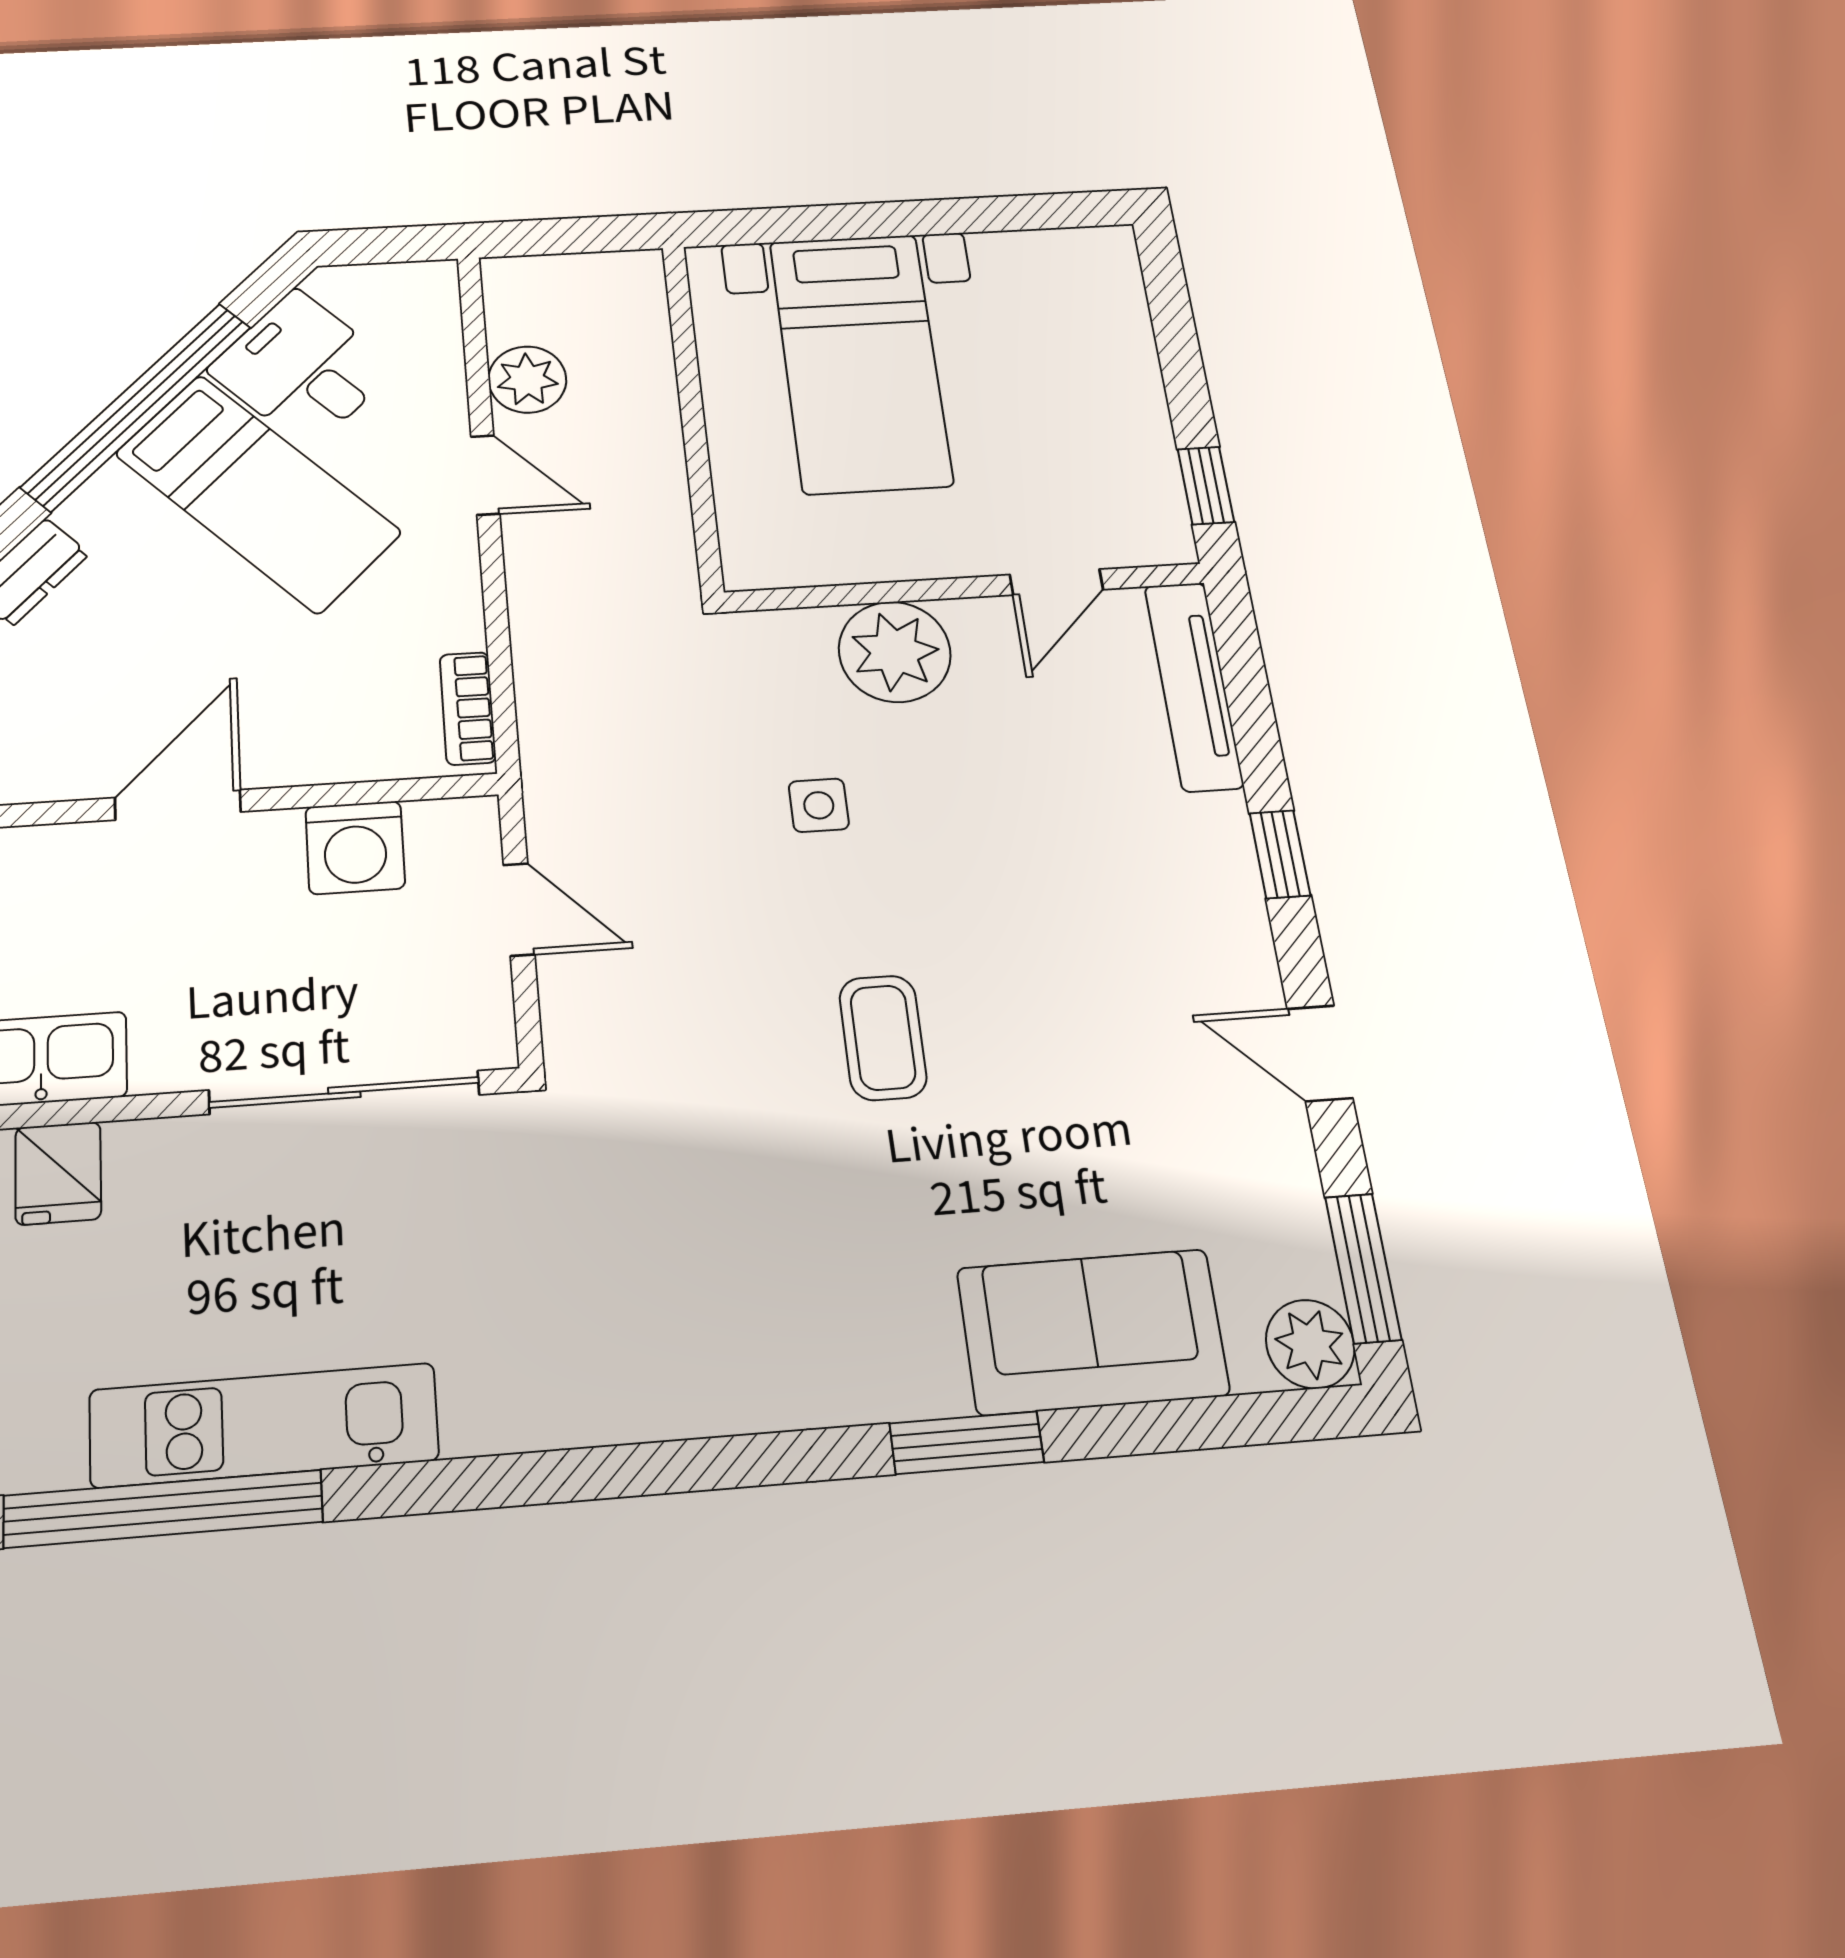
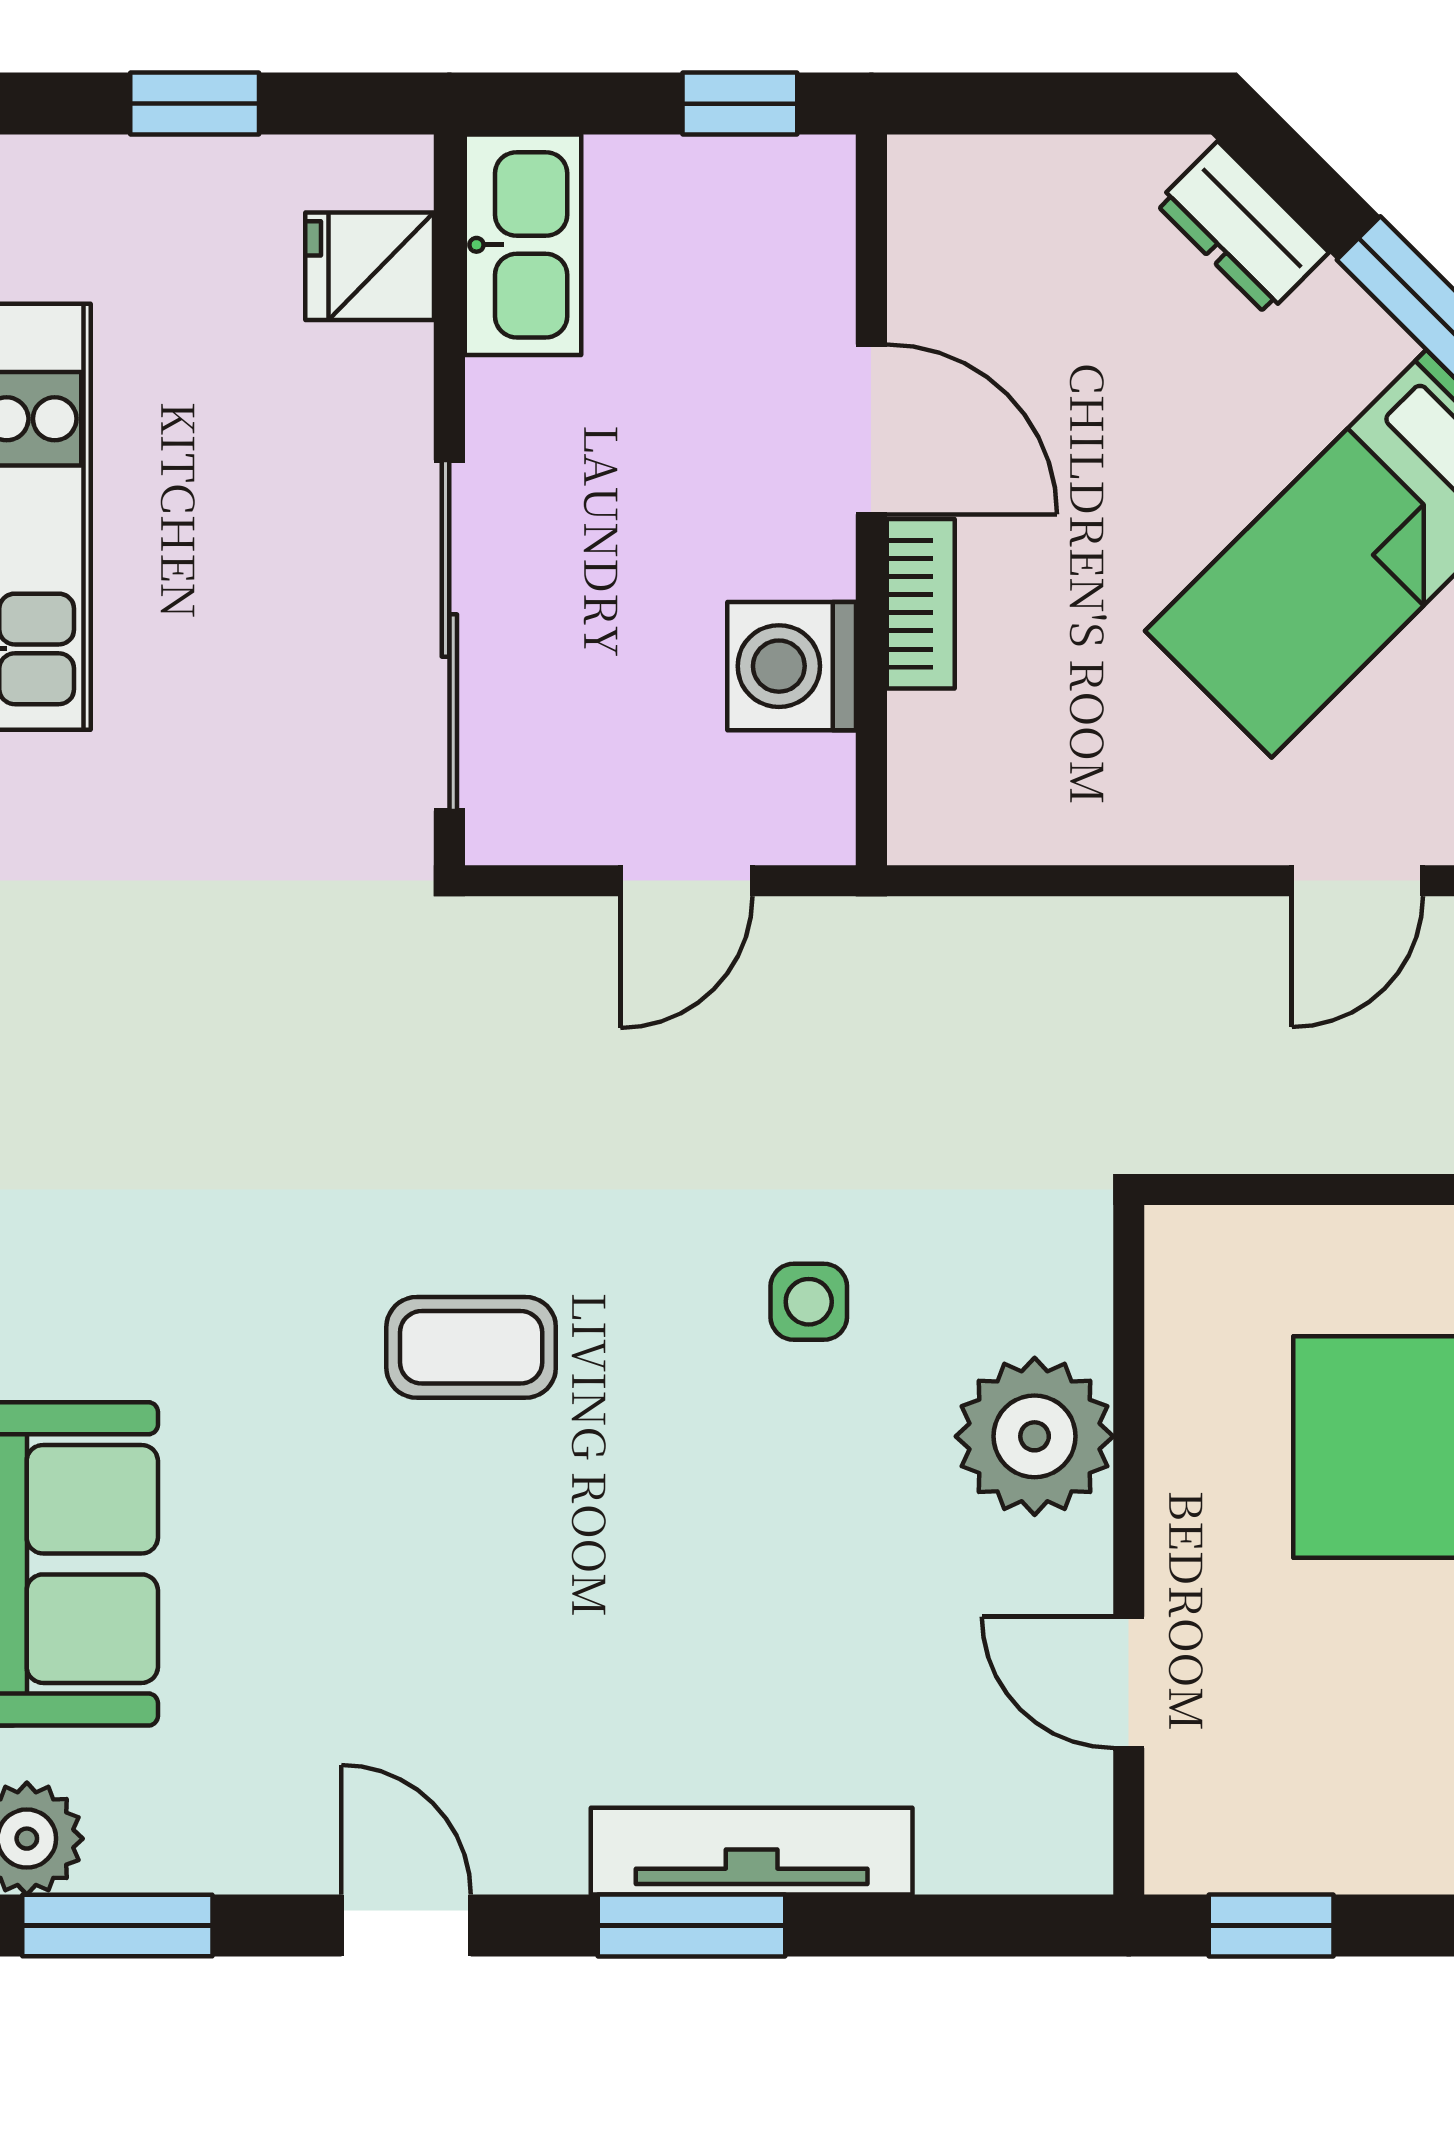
tv unit: (1194, 686) -> (752, 1851), moved
bookcase: (468, 708) -> (921, 604), moved, turned 90
window: (1280, 854) -> (691, 1926), width x1.50
door: (1320, 1053) -> (406, 1926), hinge flipped

